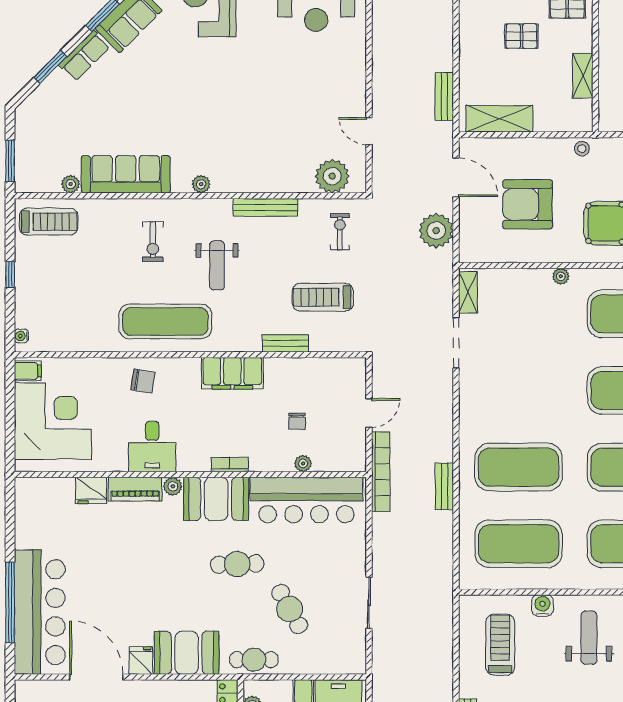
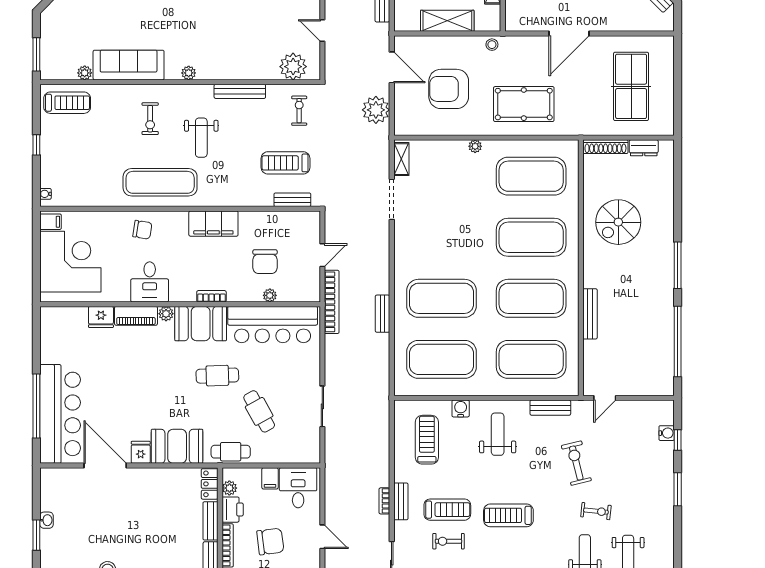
shelving: (499, 119) -> (447, 21), moved
bench: (285, 343) -> (292, 200), moved
chair: (297, 421) -> (265, 262), width x1.87, depth x1.87

